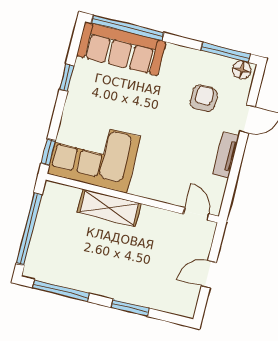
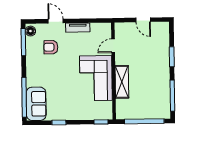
sofa: (121, 49) -> (36, 104), width x0.73
corner sofa: (94, 155) -> (96, 78), moved
door: (196, 214) -> (113, 46), moved

